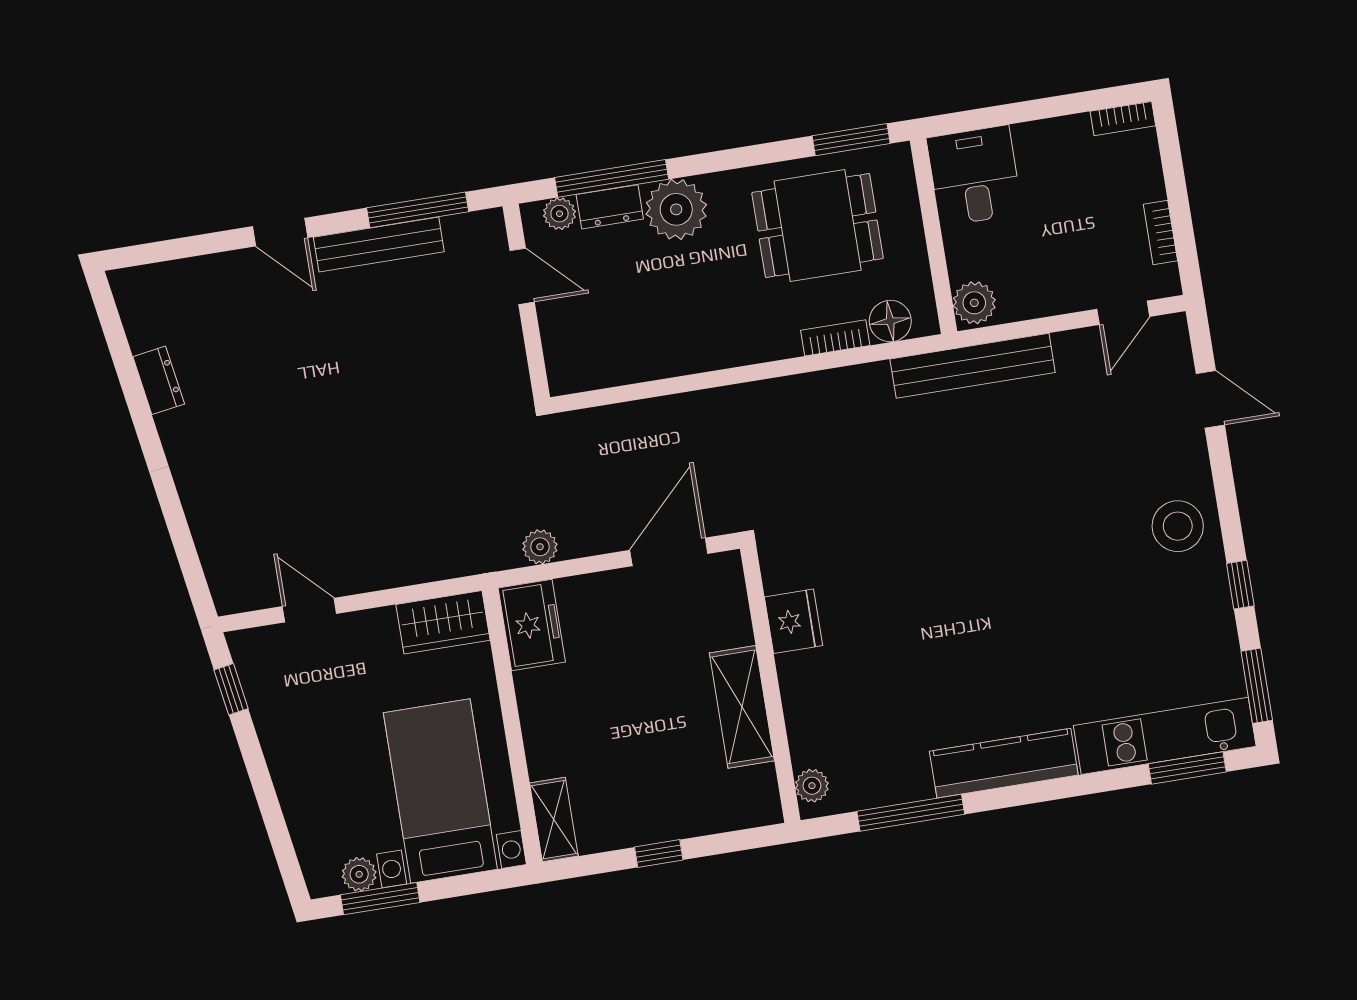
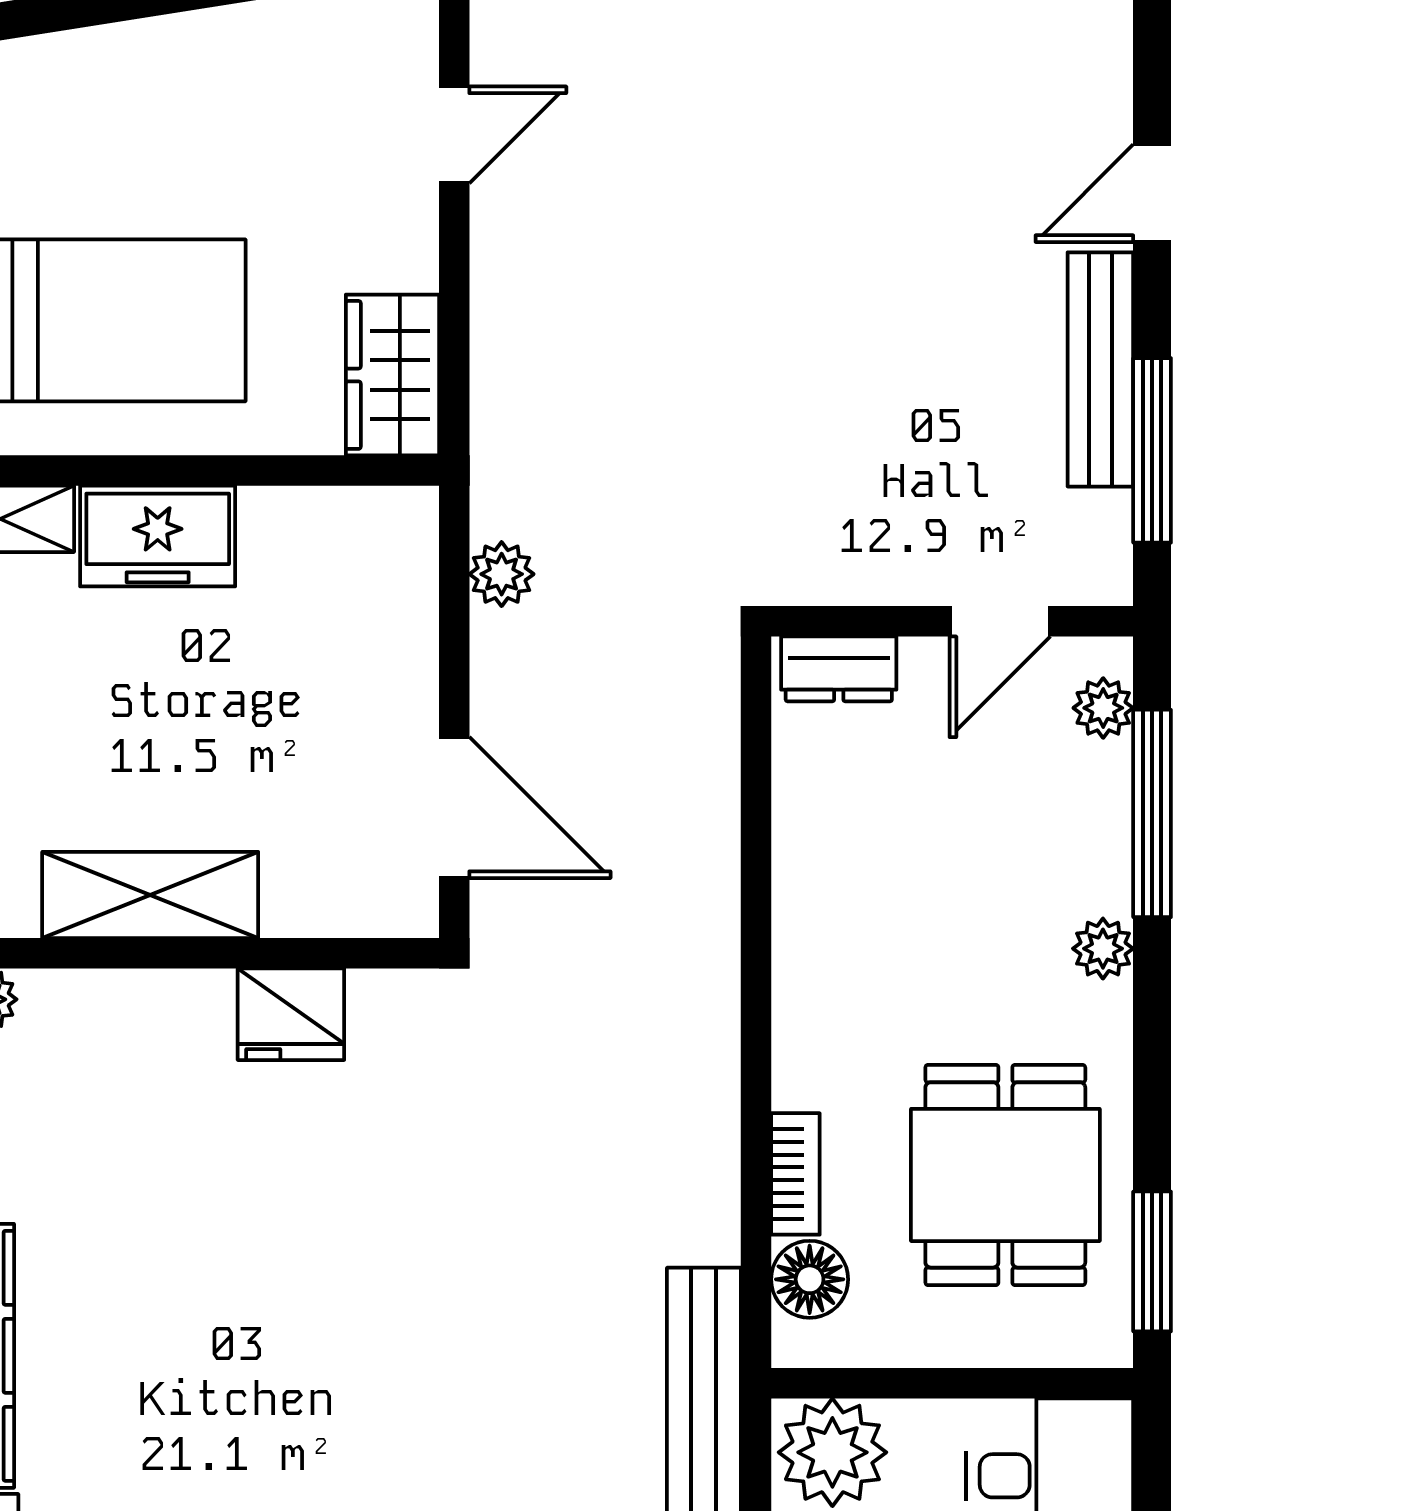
dresser: (610, 207) -> (839, 669), moved, turned -90
plant: (676, 209) -> (1103, 949), width x0.53, depth x0.53
plant: (974, 303) -> (832, 1452), width x1.36, depth x1.36
freezer: (532, 625) -> (158, 536), moved

